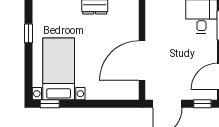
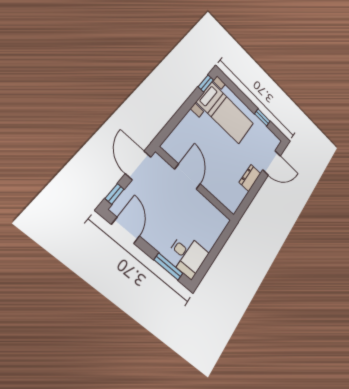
door: (142, 61) -> (188, 177), width x0.73

